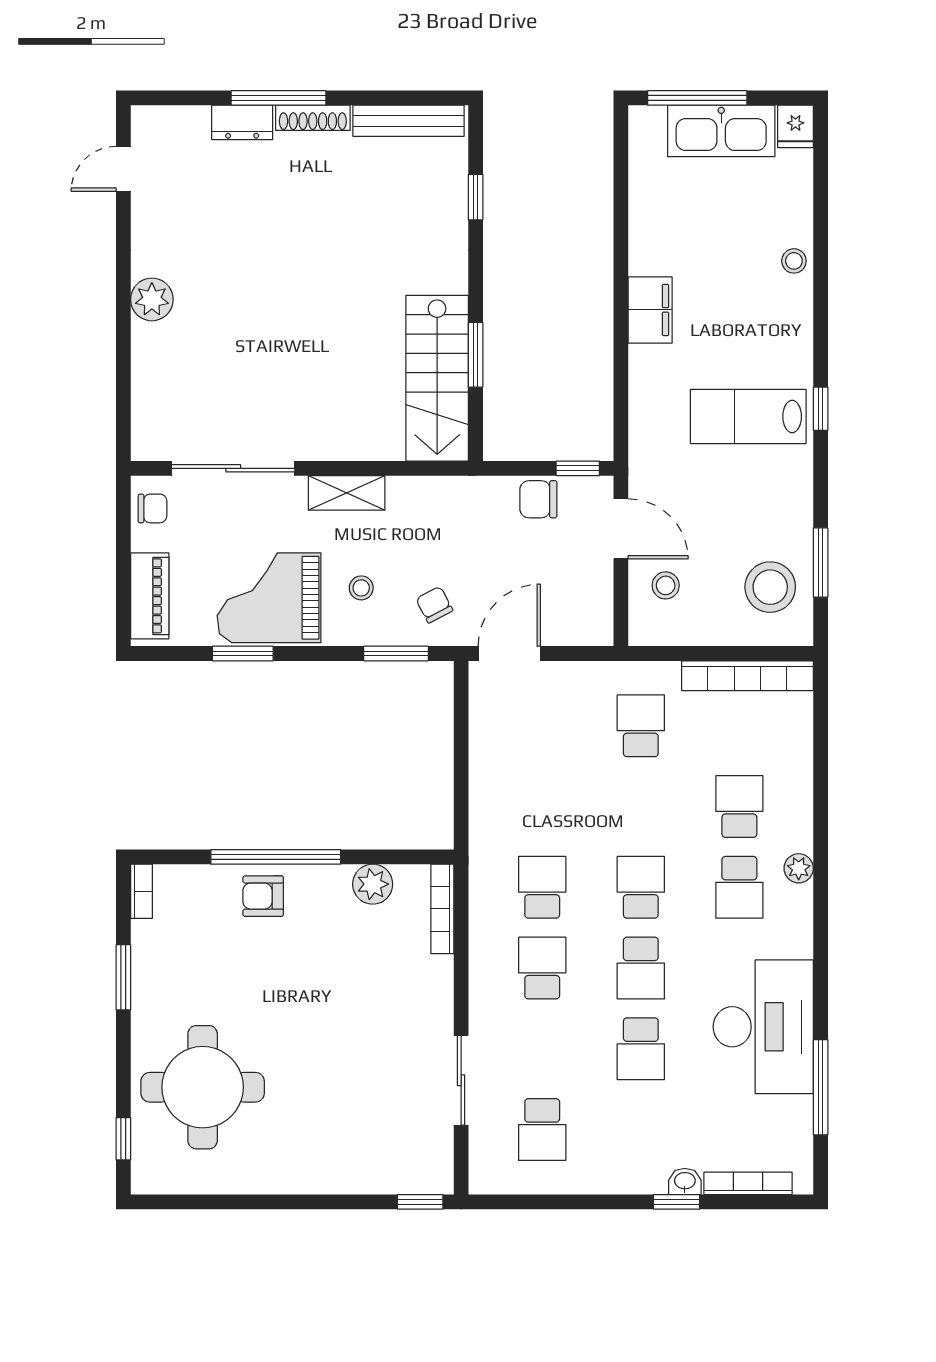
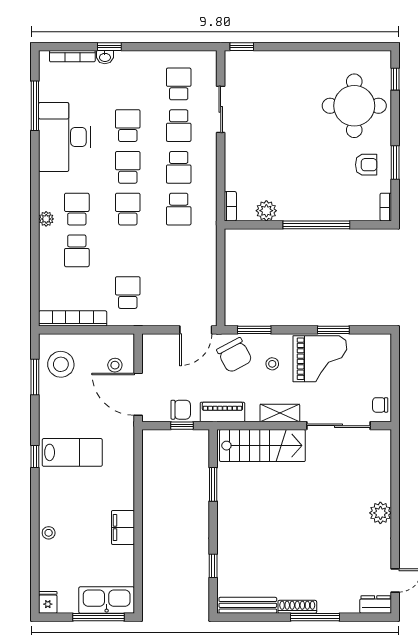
dresser: (242, 122) -> (376, 604), moved
kitchen sink: (721, 131) -> (107, 600), moved
filing cabinet: (650, 310) -> (123, 527), moved
stairs: (437, 378) -> (262, 446), moved, turned 90
window: (578, 468) -> (182, 426), moved
door: (621, 529) -> (138, 394), width x1.36
piano: (150, 596) -> (222, 412), moved, turned 90
chair: (434, 605) -> (234, 355), width x1.87, depth x1.87
school desk: (641, 726) -> (128, 293), turned 180
school desk: (641, 887) -> (128, 209), turned 180
armchair: (263, 896) -> (366, 165), moved
bookcase: (442, 909) -> (230, 206), width x0.64
school desk: (542, 1049) -> (179, 126), added

